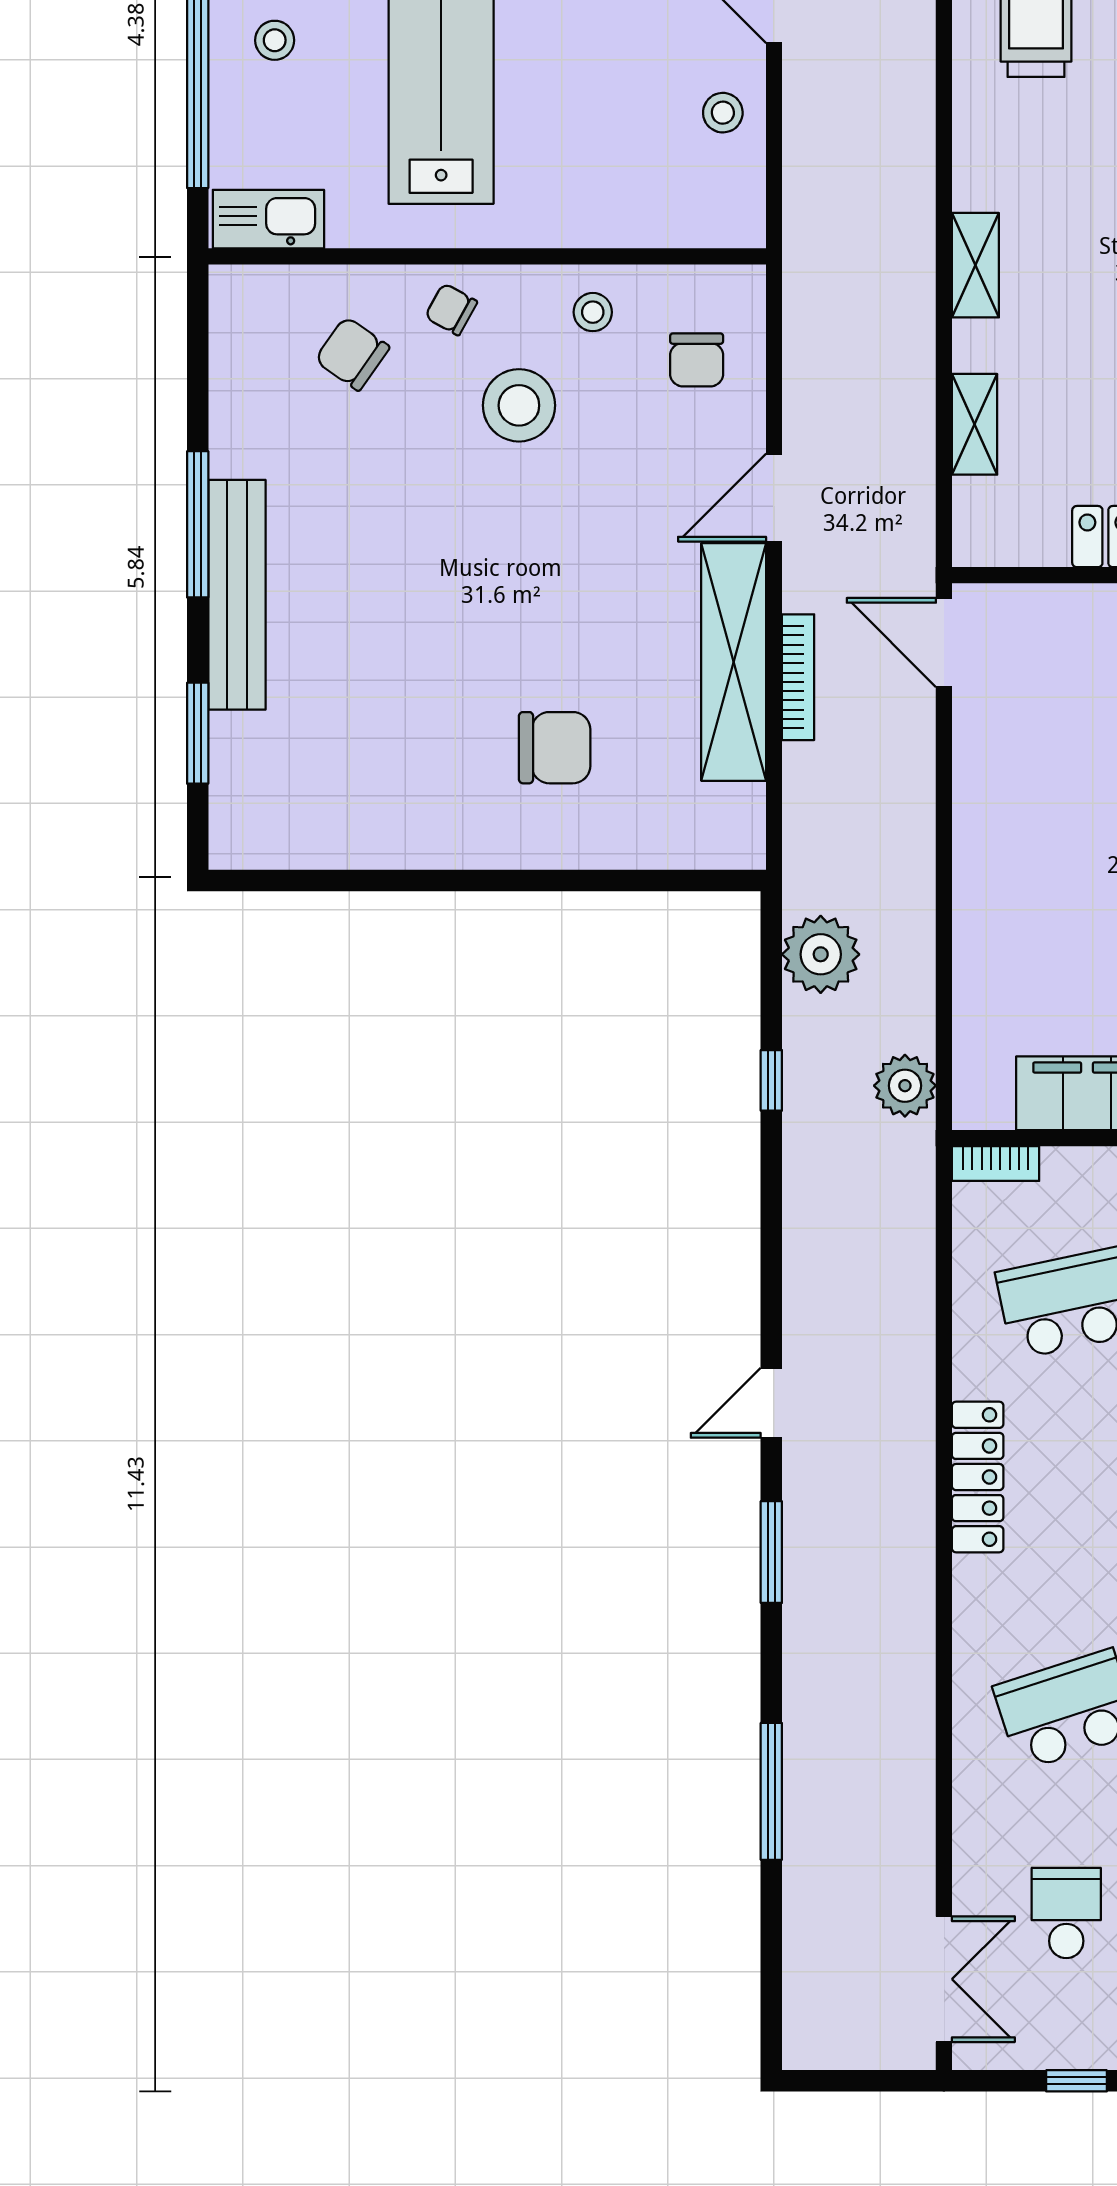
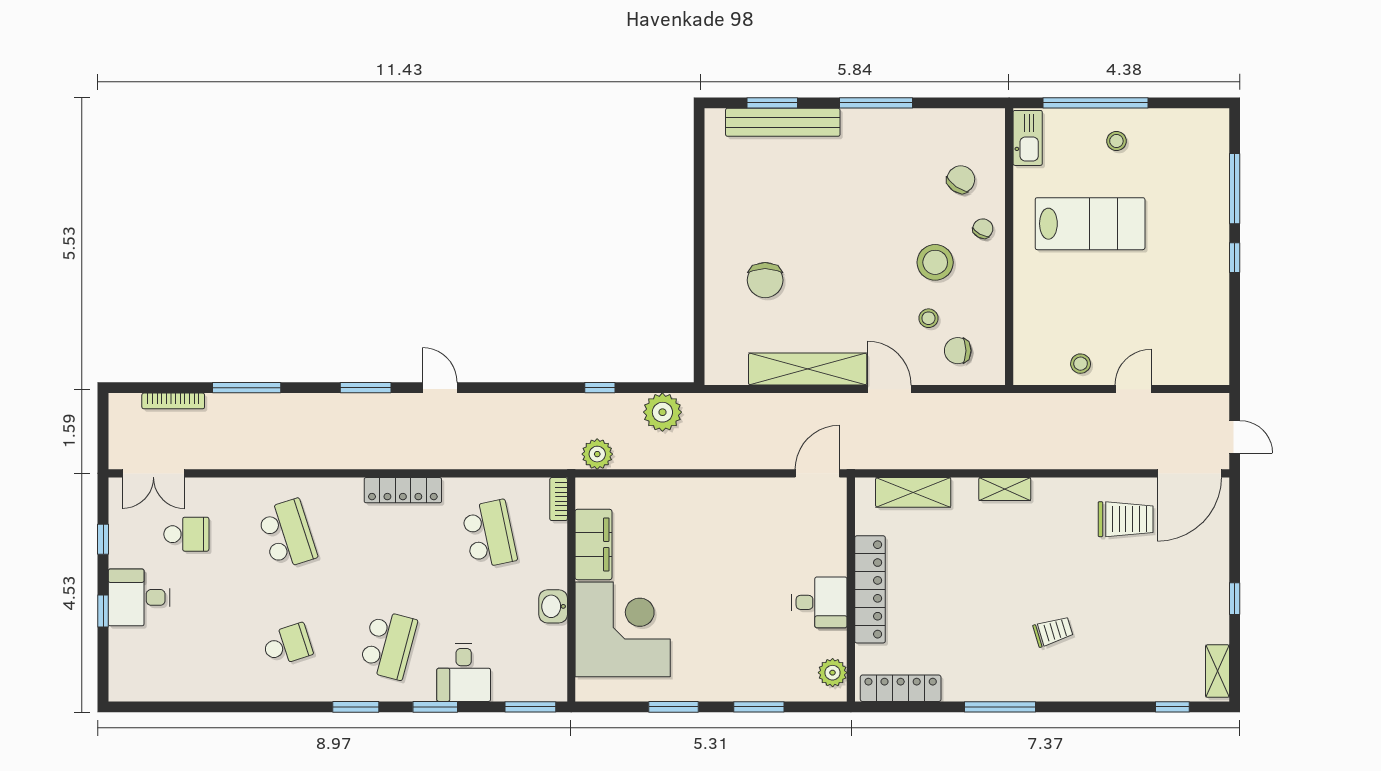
stool: (593, 312) -> (928, 318), moved
shelving: (975, 424) -> (913, 492), width x1.50, depth x1.33
bench: (237, 595) -> (783, 122), moved
bookcase: (798, 677) -> (173, 401), moved

